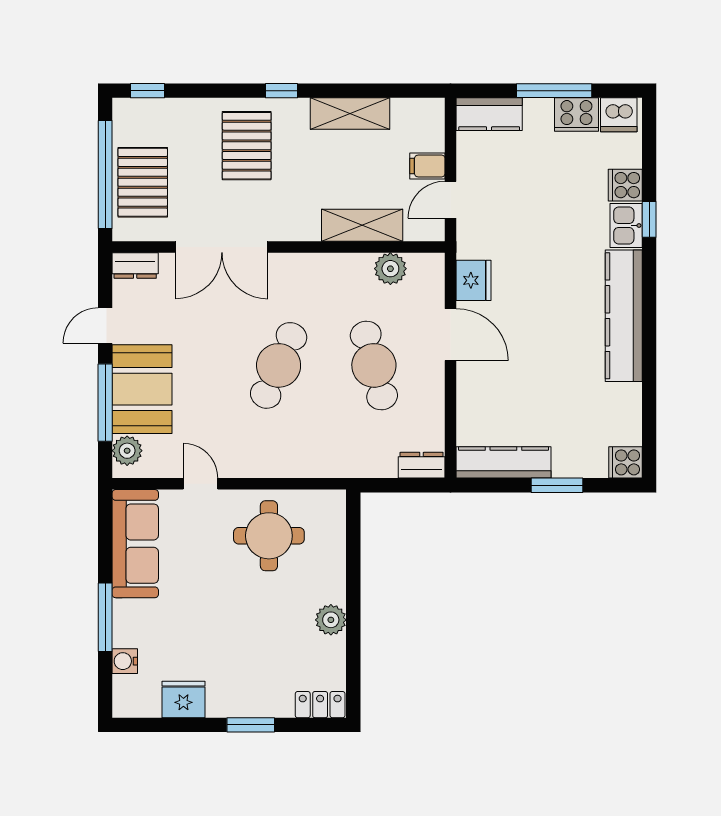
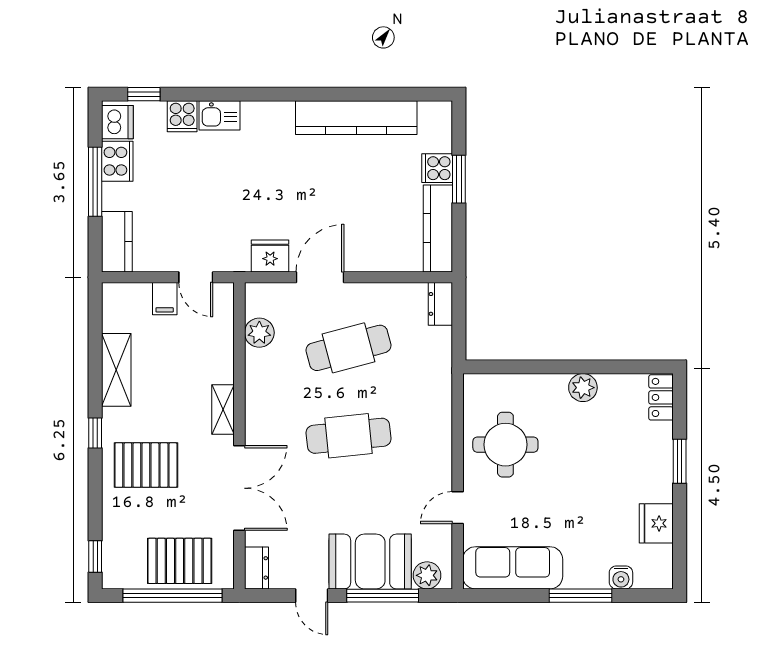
window: (649, 219) -> (144, 94), moved
shelving: (362, 225) -> (223, 410), moved, width x0.67, depth x0.75
kitchen counter: (624, 316) -> (356, 118), moved
cafe table: (279, 365) -> (348, 436), turned -30
cooker: (626, 462) -> (437, 168), moved, turned 90

